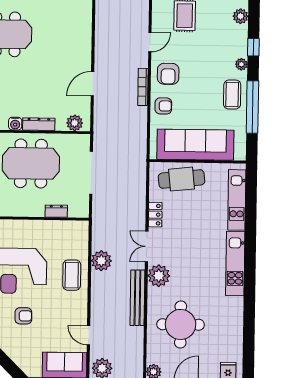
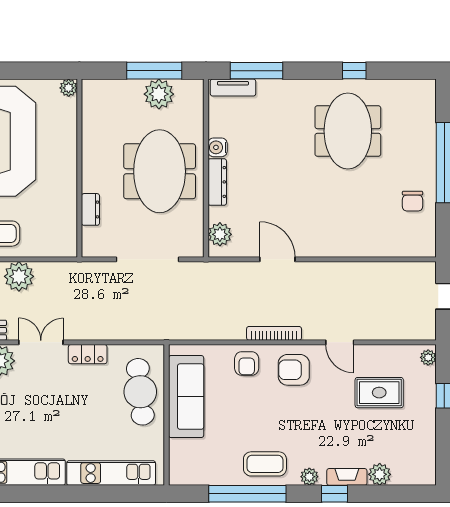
fireplace: (242, 39) -> (347, 477), added
sofa: (195, 145) -> (186, 397), width x0.74, depth x0.79

